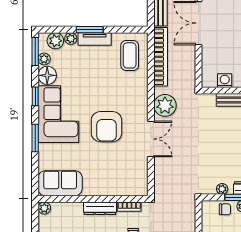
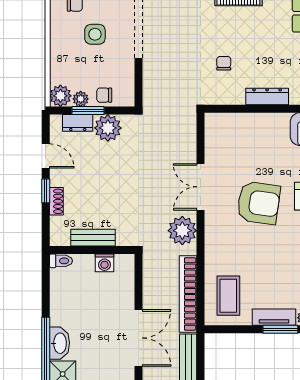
armchair: (106, 127) -> (259, 203), turned 98
plant: (222, 189) -> (108, 128), width x1.87, depth x1.87
bookcase: (129, 207) -> (229, 99), removed

